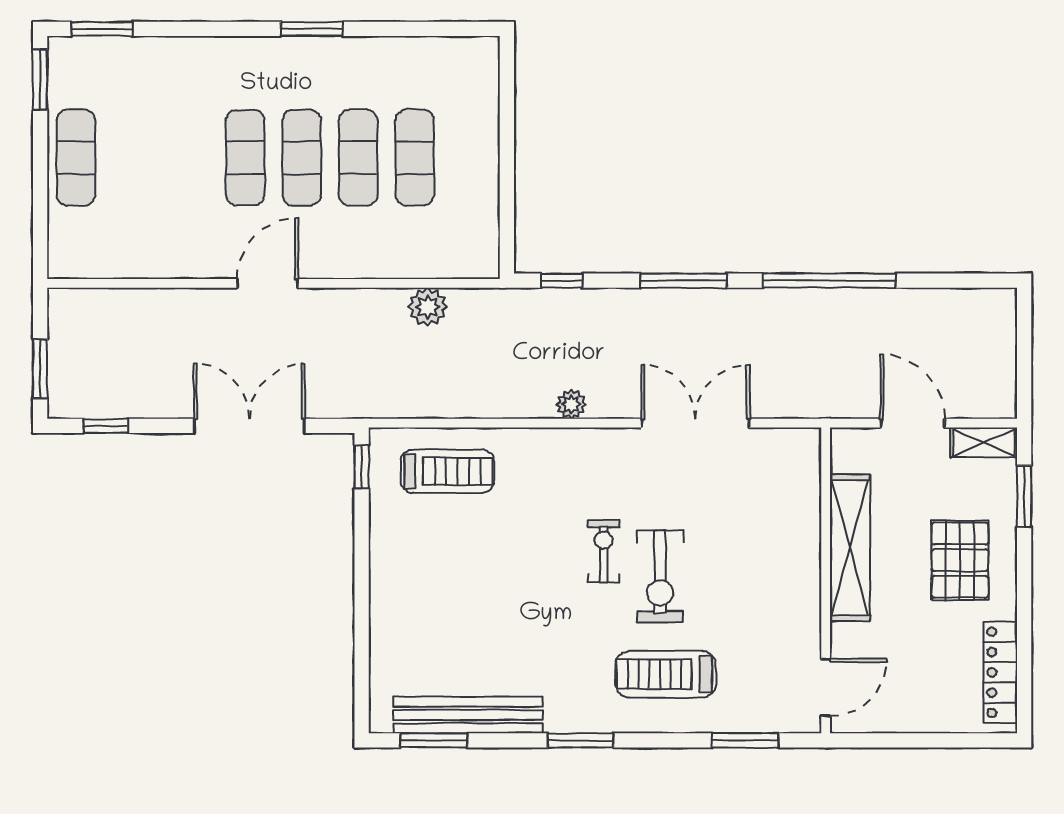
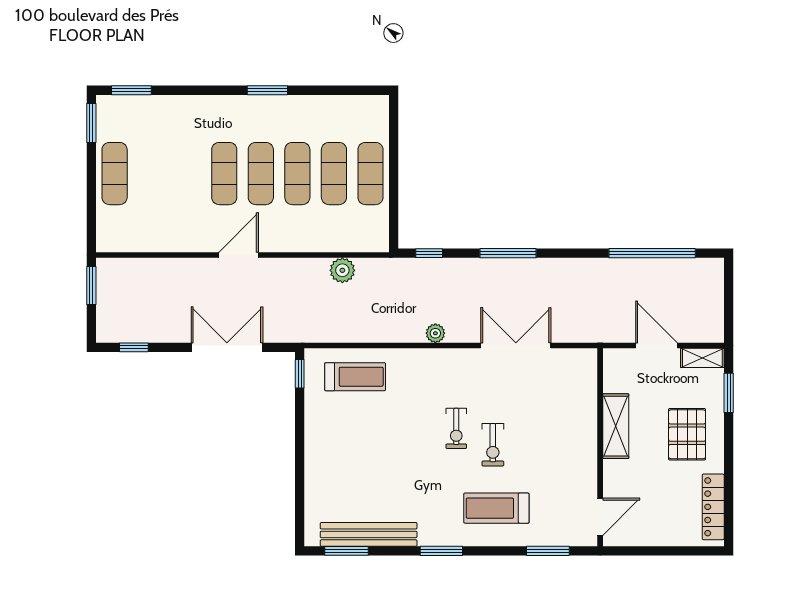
exercise mat: (471, 158) -> (370, 174), added
window: (829, 281) -> (652, 253), moved
window: (40, 369) -> (91, 286), moved
shelving: (850, 548) -> (616, 426), width x0.68
exercise bike: (604, 551) -> (456, 428), turned 180
exercise bike: (660, 576) -> (493, 445), width x0.73, depth x0.72

